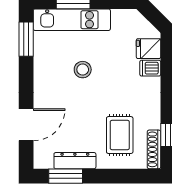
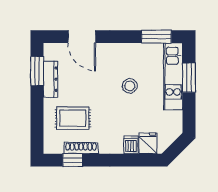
shoe rack: (154, 149) -> (81, 148), moved

